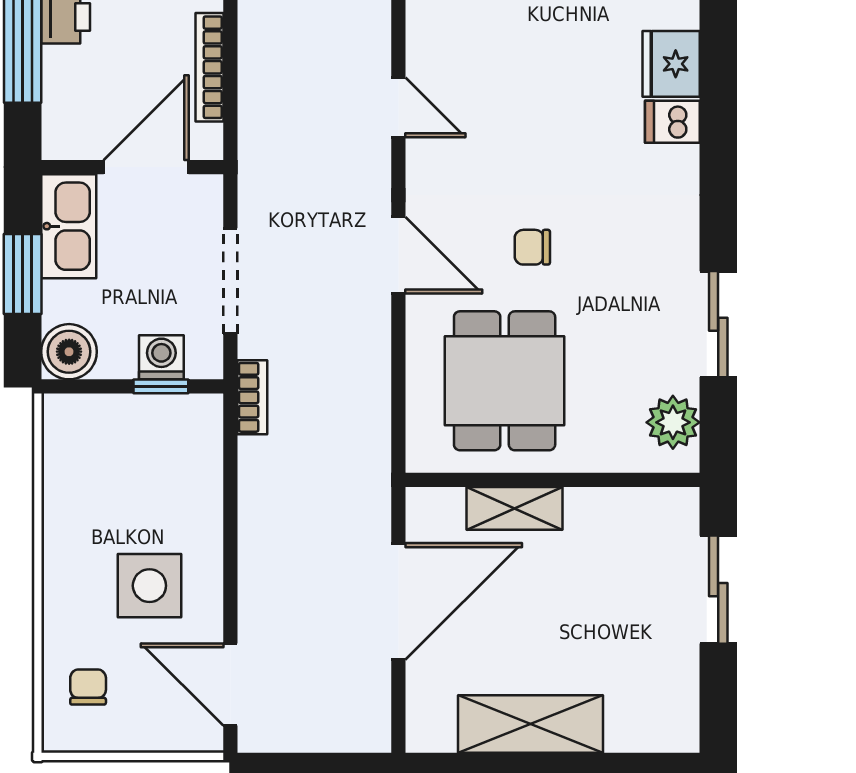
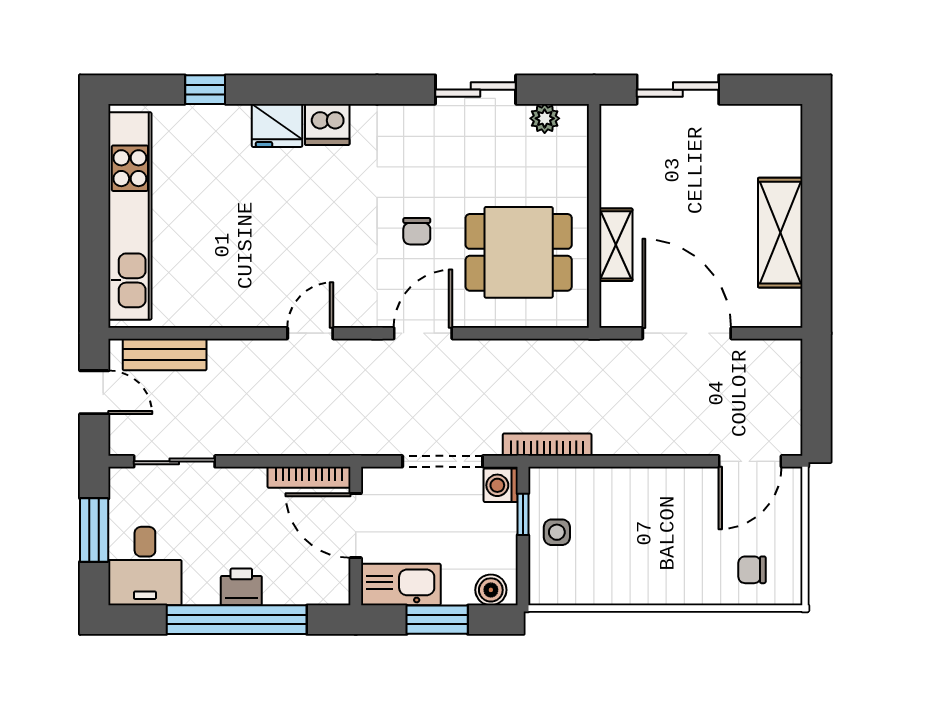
bookcase: (209, 67) -> (309, 477), moved
dishwasher: (672, 122) -> (327, 124), width x1.38
boiler: (69, 352) -> (491, 590), width x0.73, depth x0.73
washing machine: (161, 357) -> (501, 485), moved
bookcase: (252, 397) -> (547, 445), width x1.56
plant: (673, 422) -> (545, 118), width x0.73, depth x0.73
side table: (149, 586) -> (557, 532), moved, width x0.54, depth x0.54

